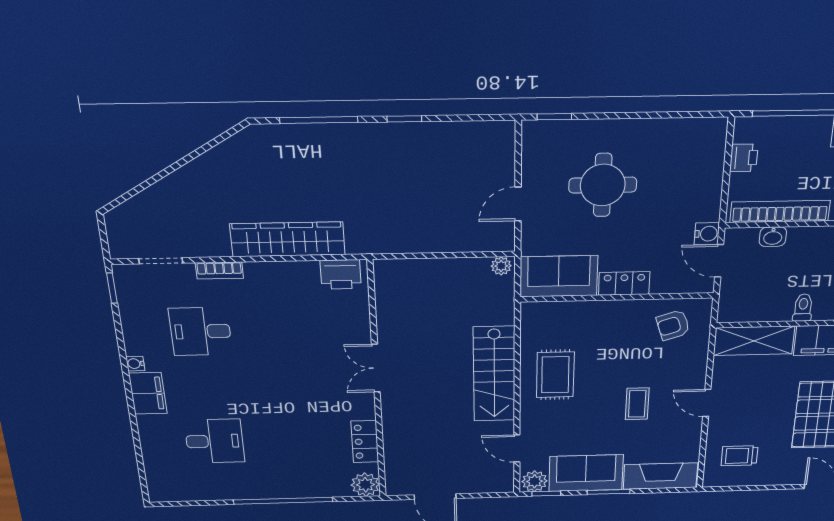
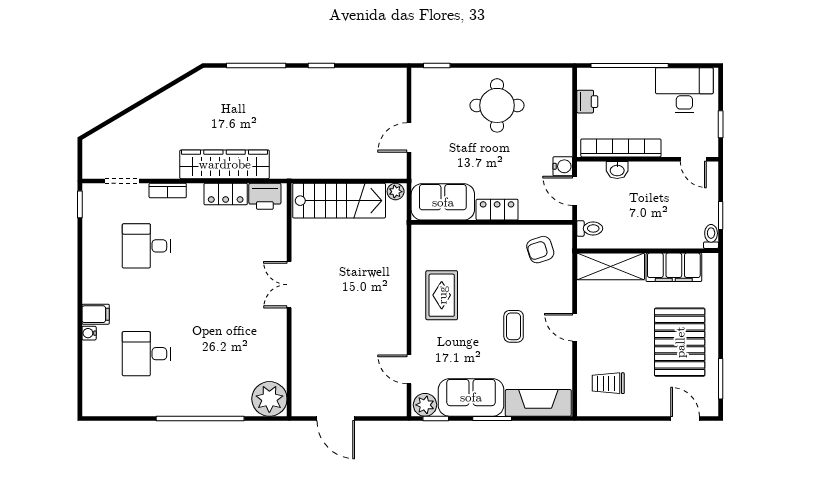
round table: (603, 185) -> (497, 105), moved
toilet: (803, 308) -> (590, 228), moved, turned 90
water cooler: (135, 364) -> (89, 333), moved
stairs: (494, 374) -> (339, 201), moved, turned -90
filing cabinet: (148, 393) -> (96, 314), width x0.50
desk: (215, 441) -> (146, 354), turned 180
locker: (365, 442) -> (226, 194), moved, turned -90
plant: (365, 485) -> (269, 399), width x1.36, depth x1.36

